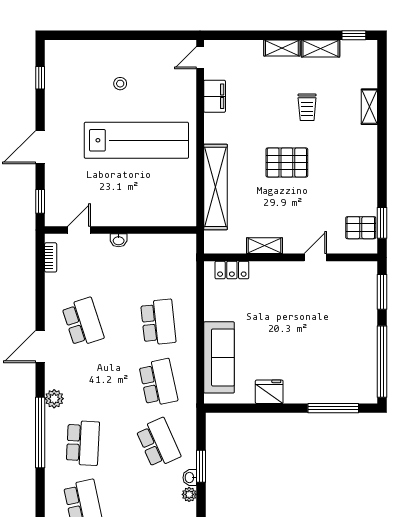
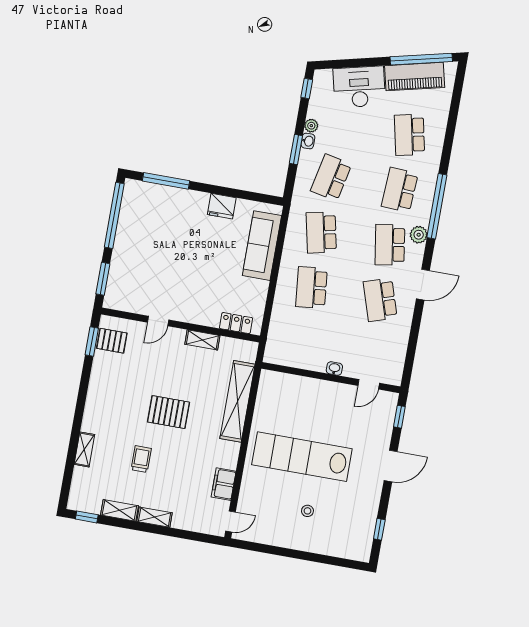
bookcase: (51, 257) -> (399, 364), removed
school desk: (83, 383) -> (390, 245), added
school desk: (158, 443) -> (331, 178), turned 36

